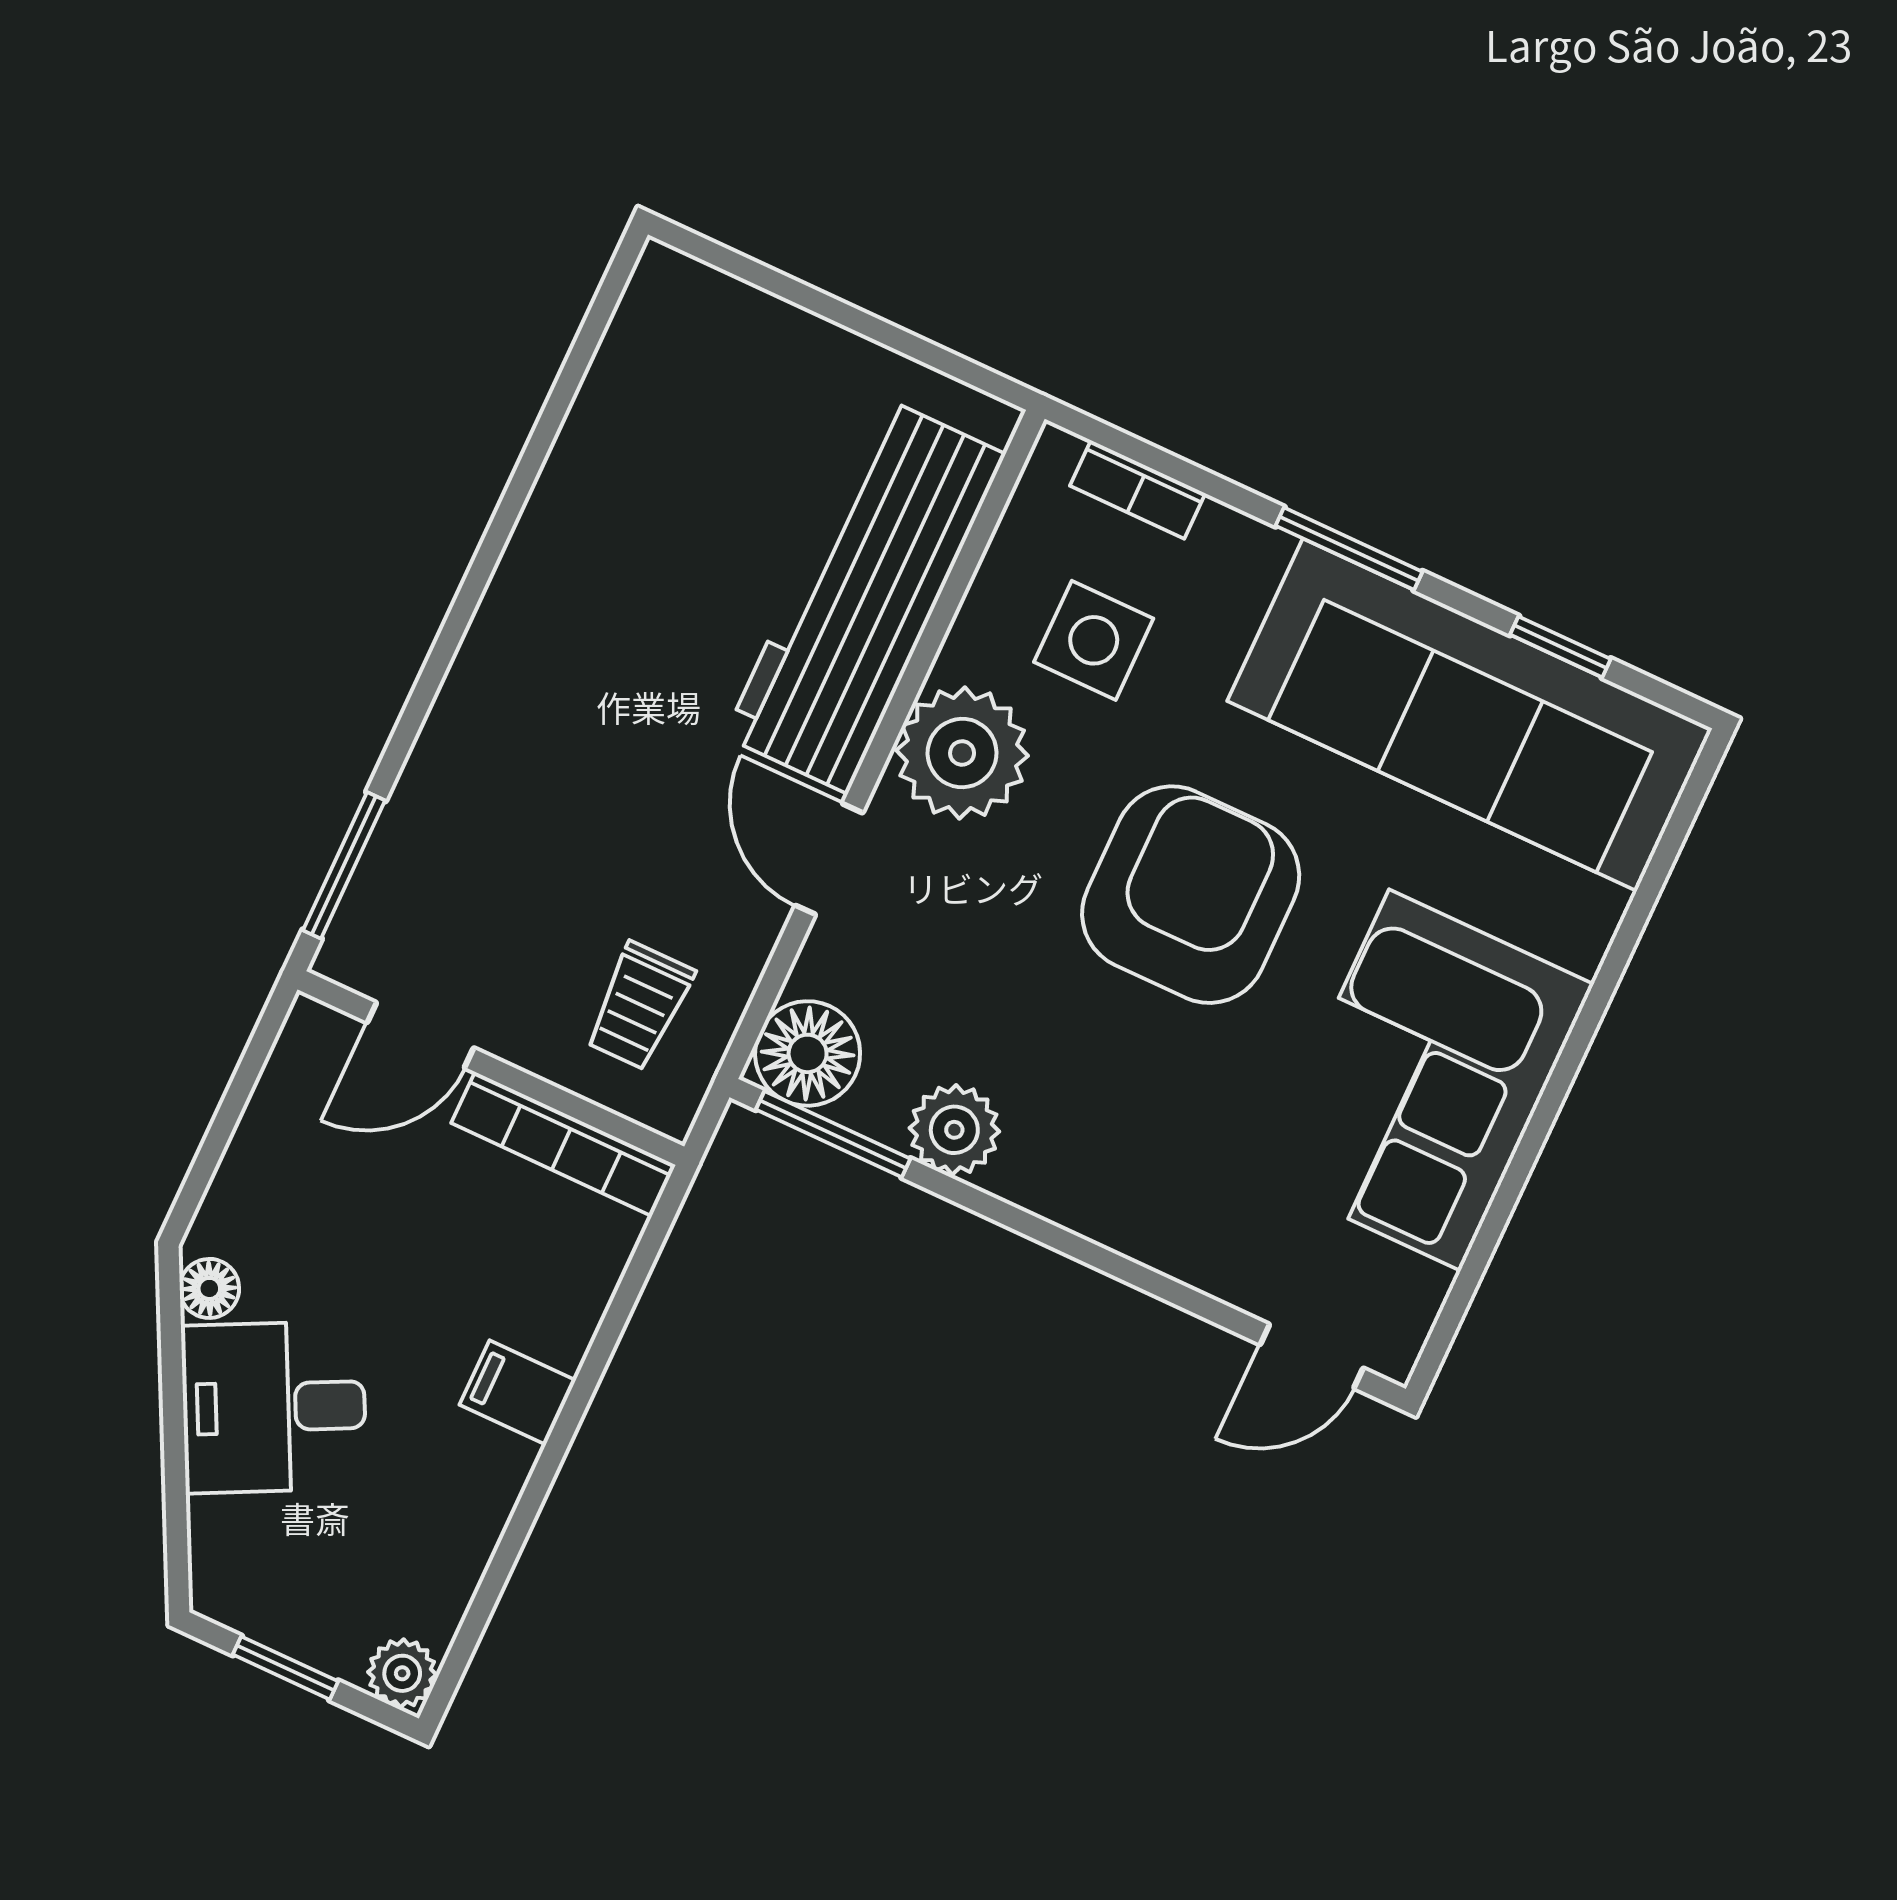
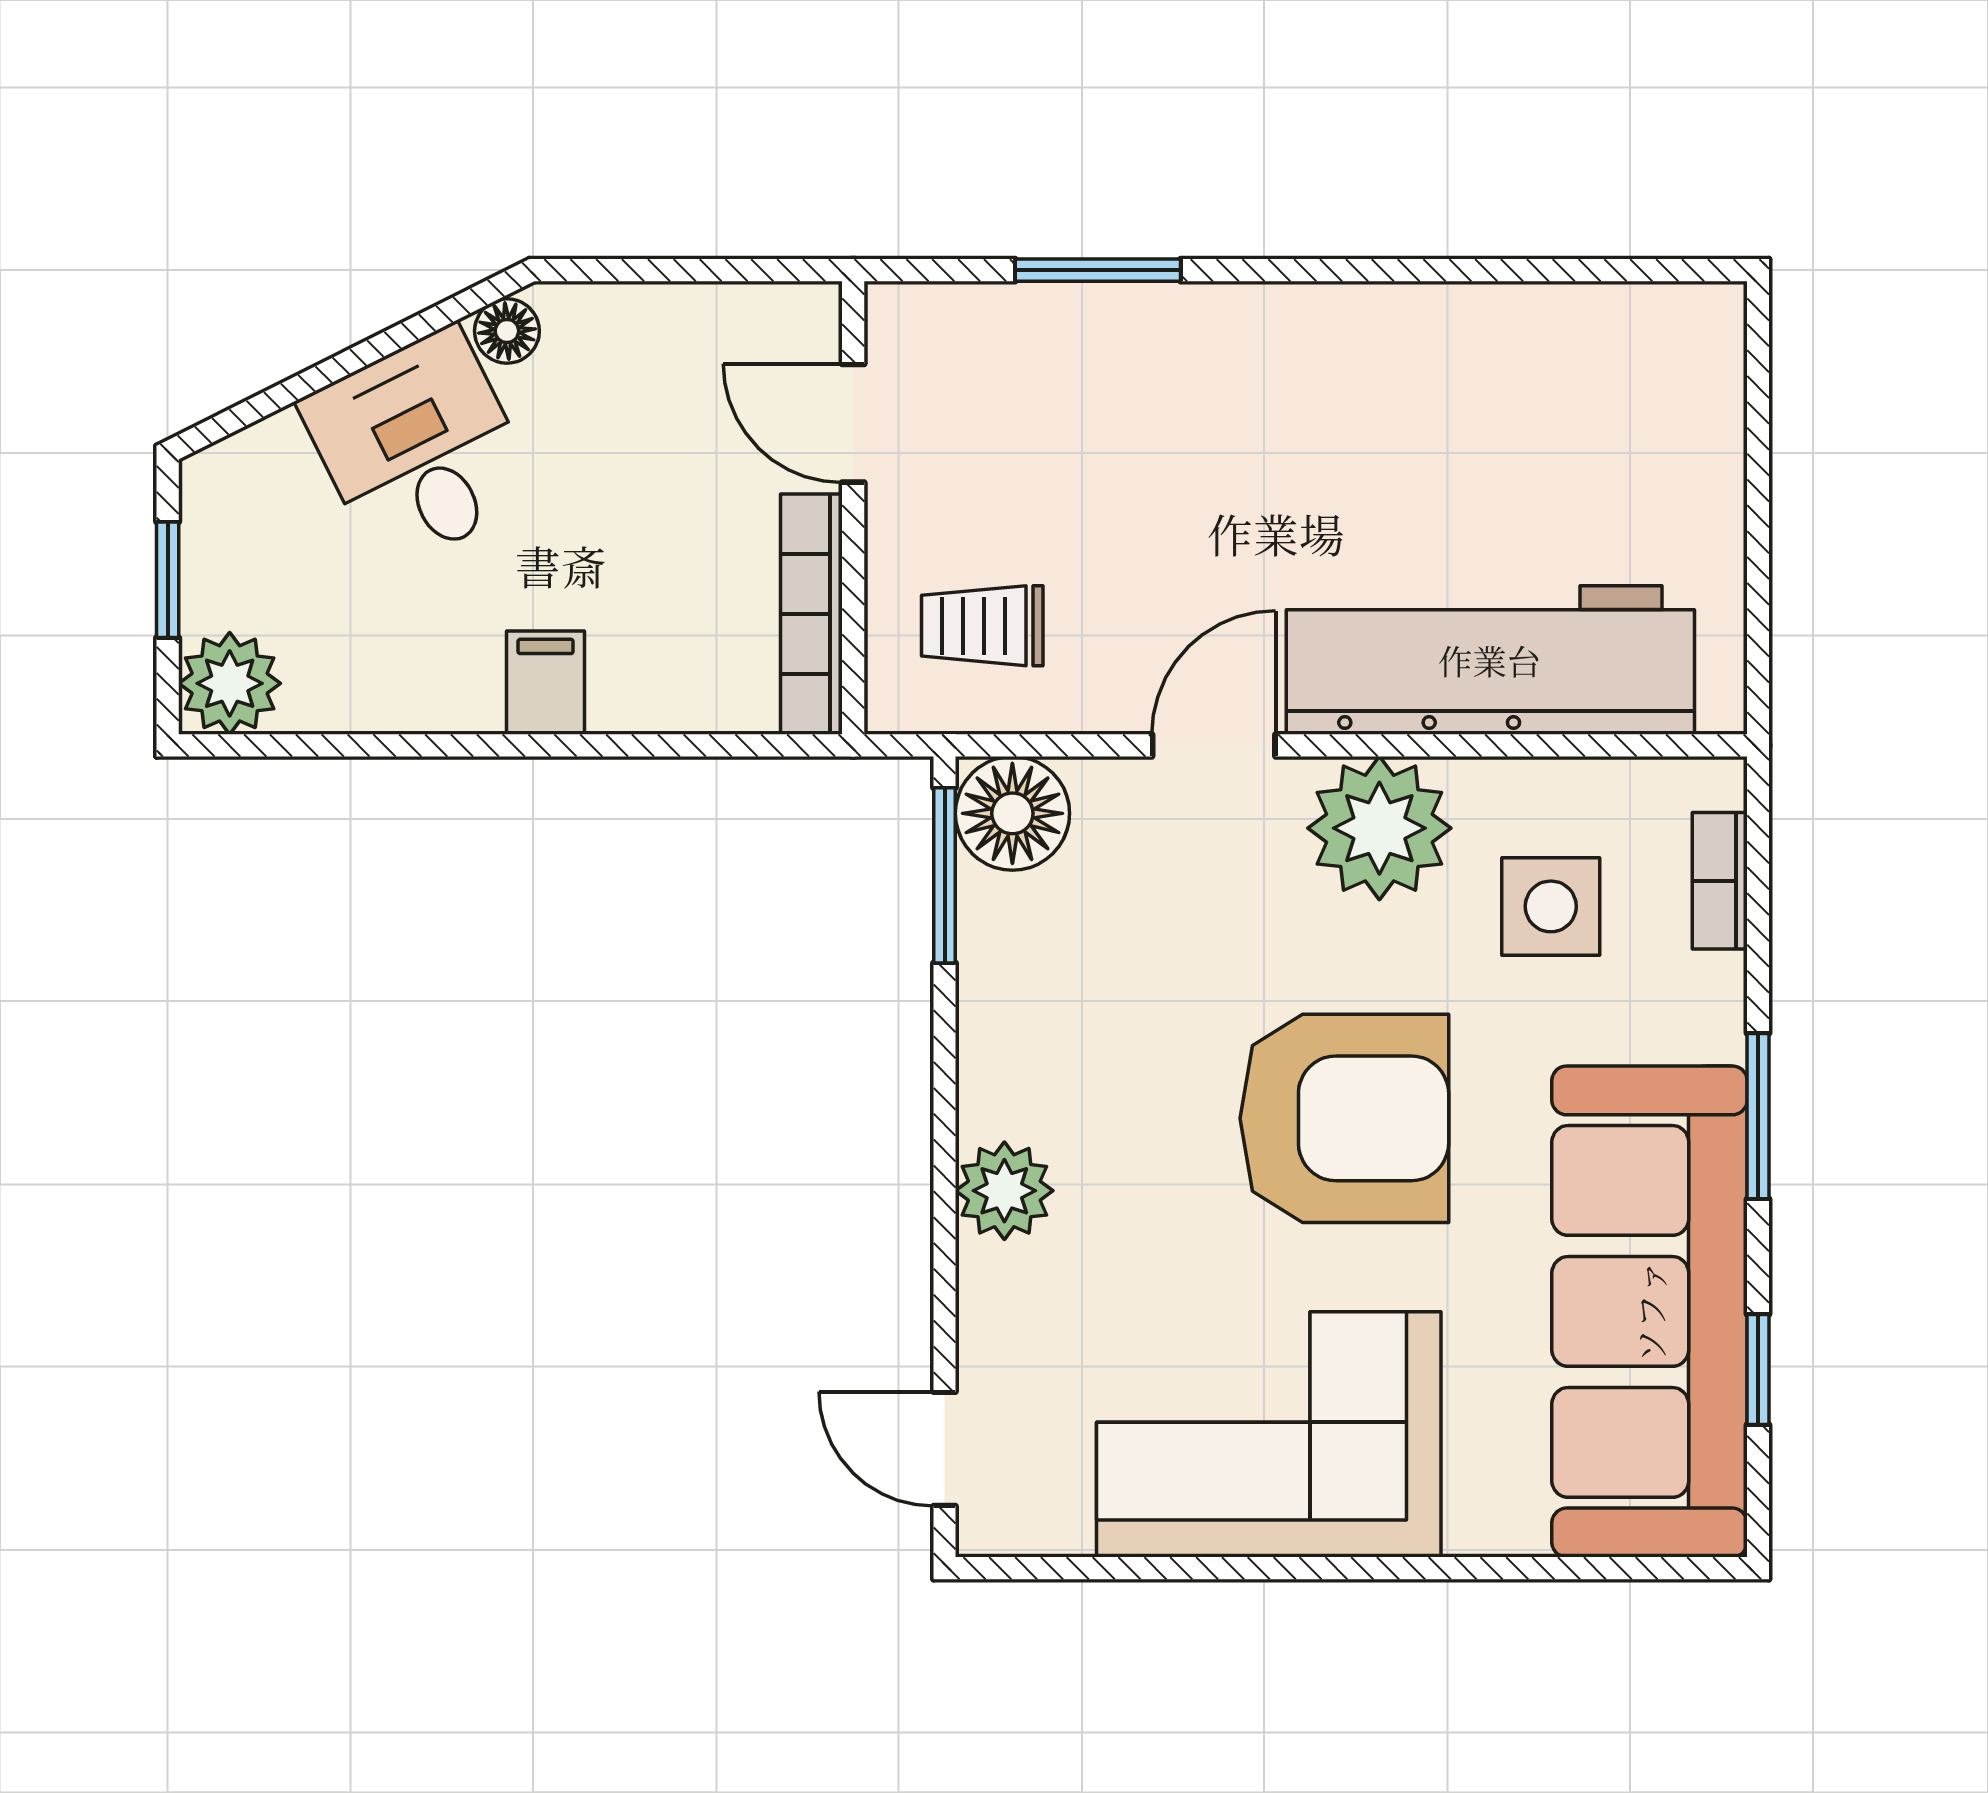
window: (344, 865) -> (1098, 270), moved
plant: (954, 1130) -> (1004, 1191), moved
plant: (402, 1673) -> (230, 683), width x1.38, depth x1.38

